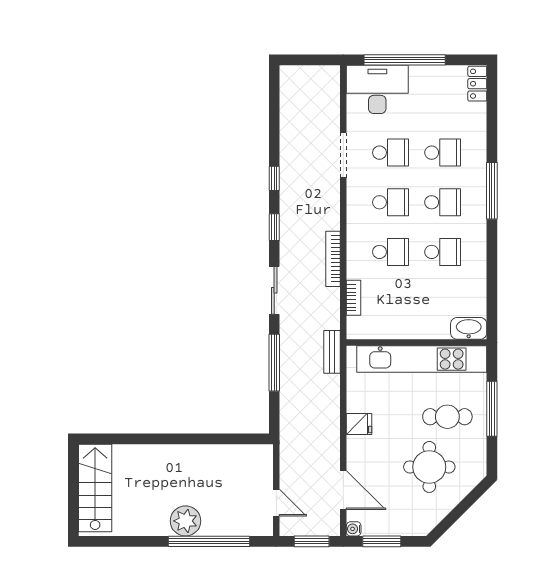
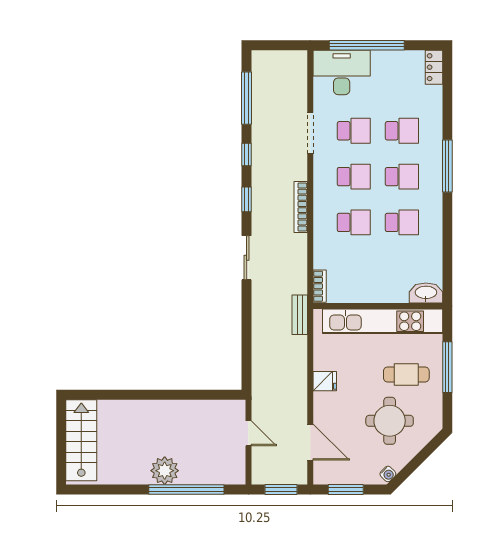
bookcase: (333, 259) -> (301, 207), moved
bookcase: (354, 298) -> (320, 286), moved
window: (274, 363) -> (247, 98), moved
door: (276, 503) -> (248, 433), moved
water cooler: (354, 529) -> (388, 474), moved, turned -135

